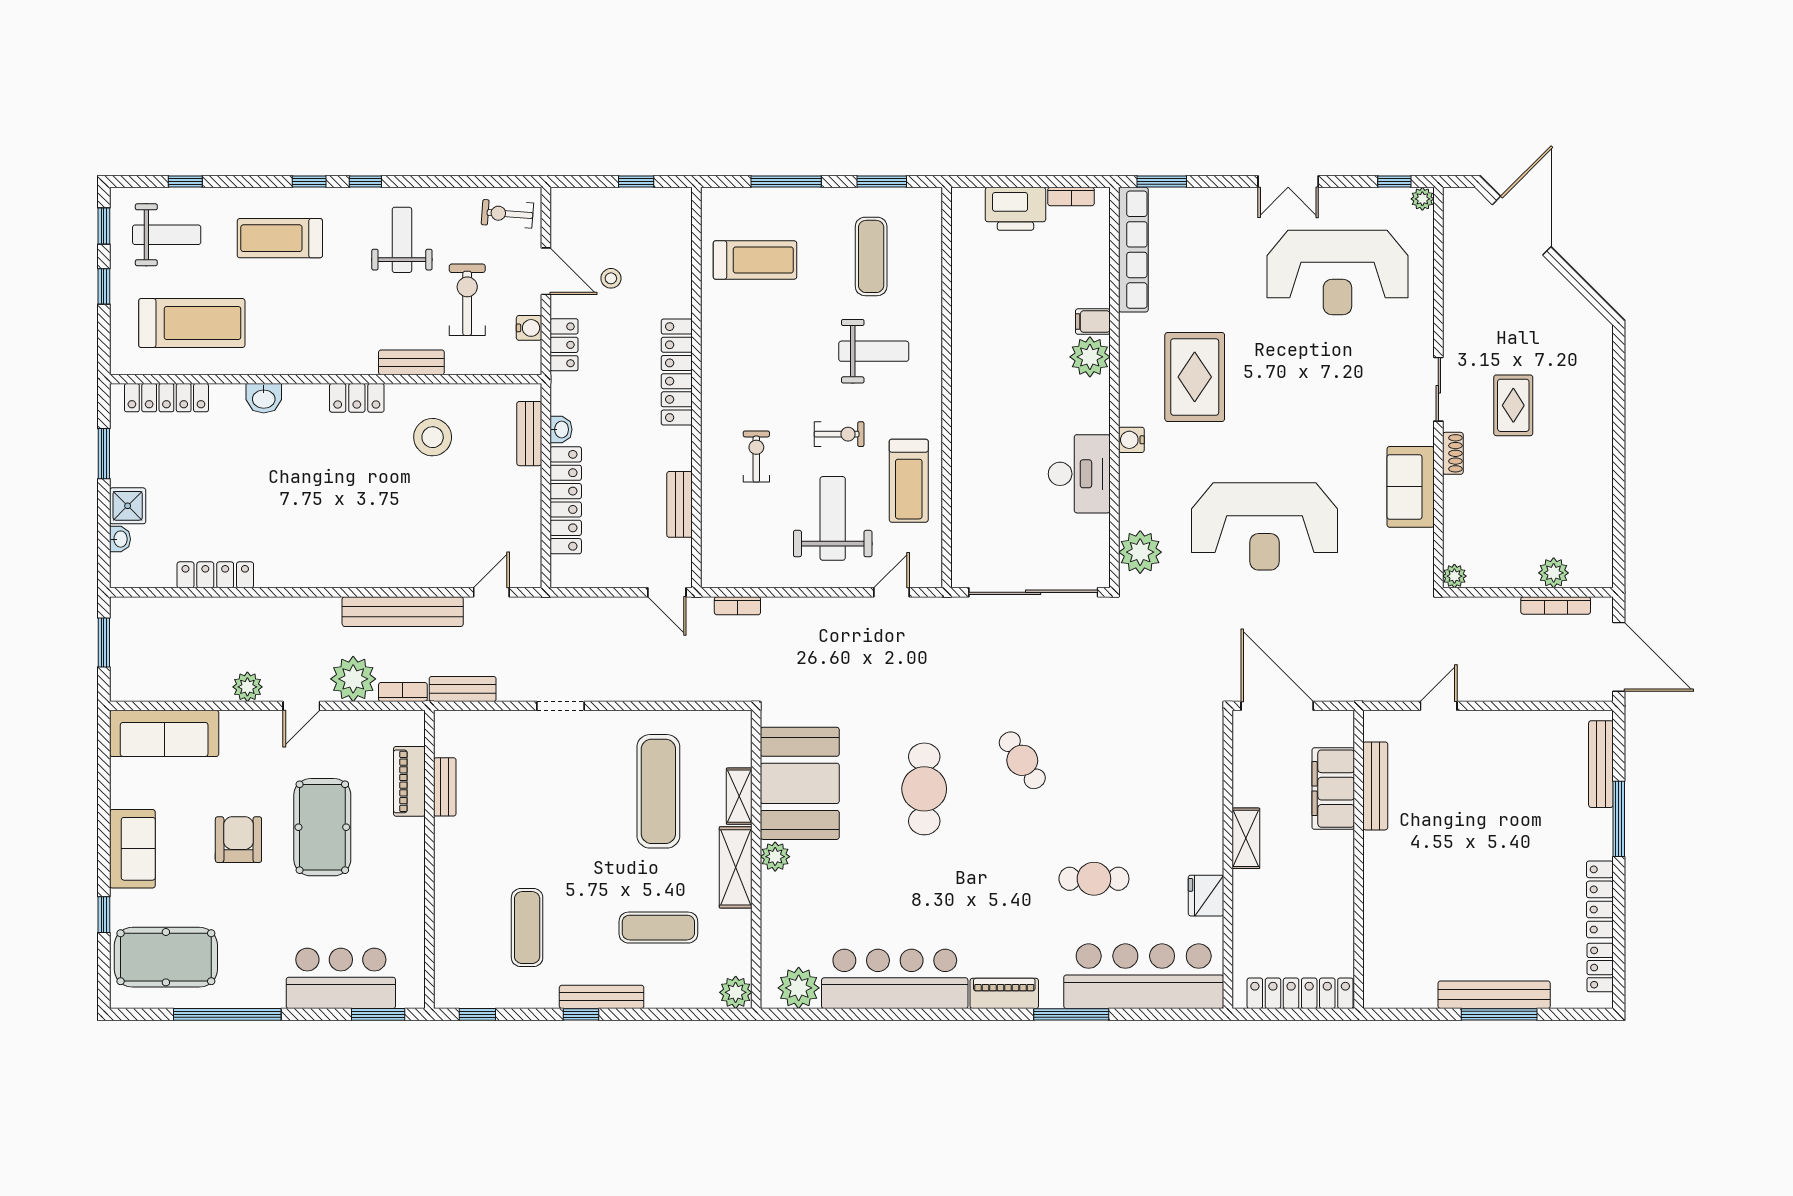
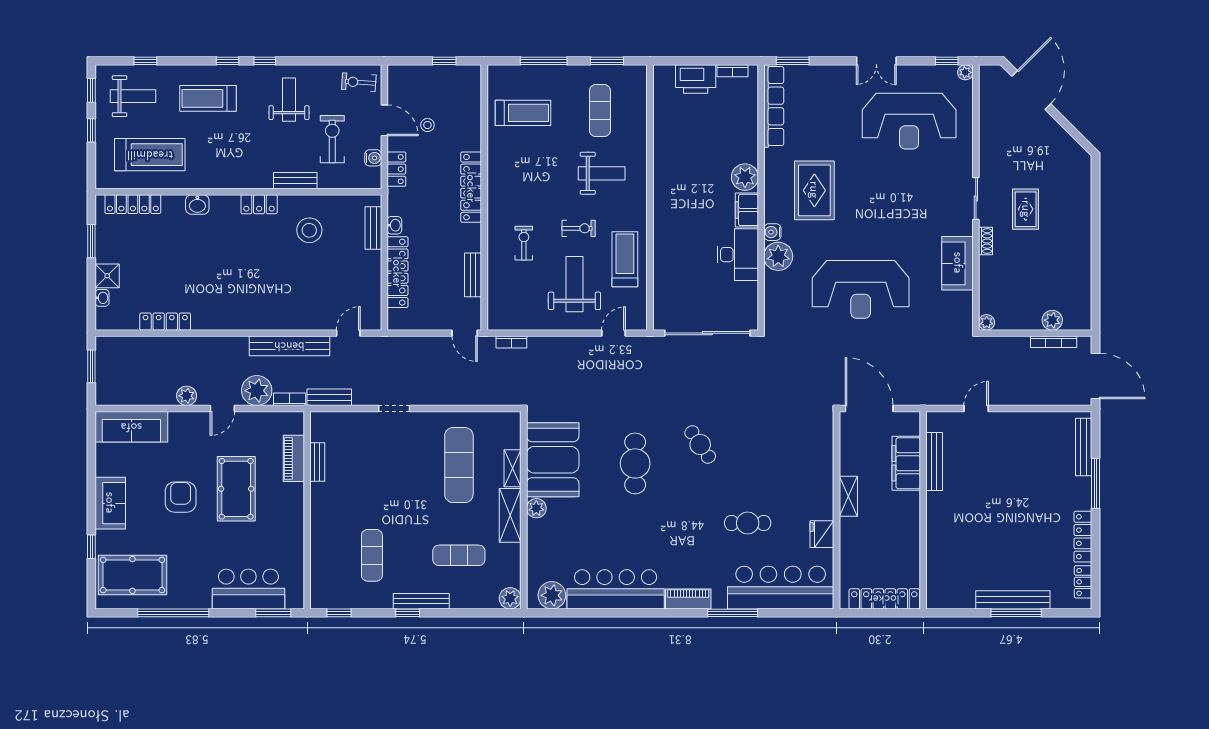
filing cabinet: (1093, 322) -> (747, 210), moved, width x2.00
treadmill: (909, 481) -> (625, 259), turned 180
plant: (1140, 552) -> (778, 256), moved

